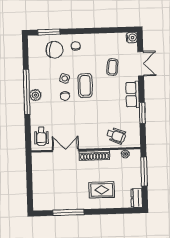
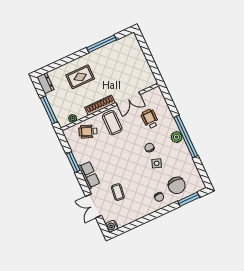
chair: (55, 50) -> (177, 185), turned -97
coffee table: (85, 86) -> (112, 123), moved
wheelchair: (41, 136) -> (150, 119), moved

